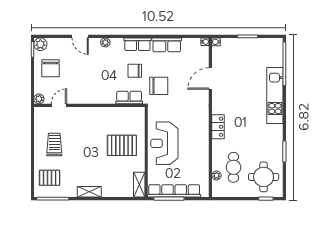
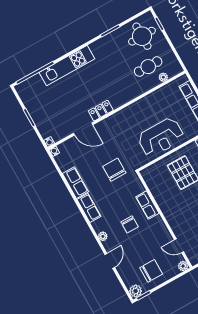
chair: (135, 71) -> (130, 224), moved
row of seats: (129, 98) -> (147, 205), moved
locker: (218, 127) -> (101, 111), moved

